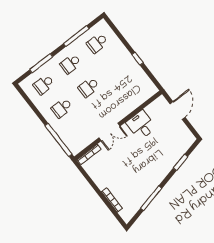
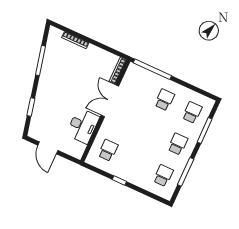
school desk: (89, 87) -> (108, 150), moved
door: (178, 110) -> (48, 148), moved
desk: (141, 125) -> (83, 126), width x1.37
double door: (109, 132) -> (110, 101), width x1.37

